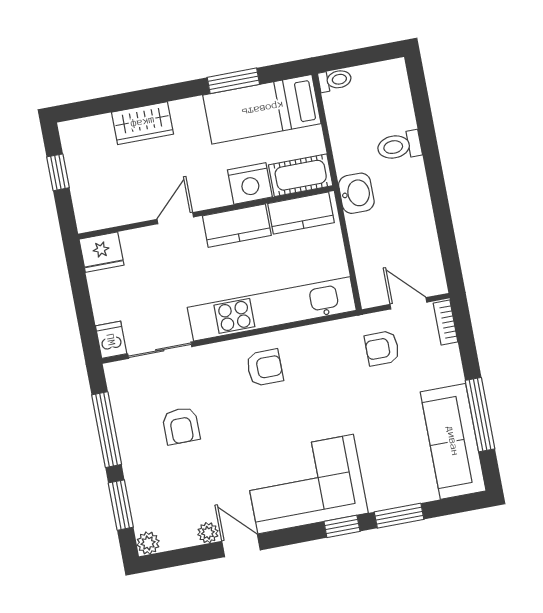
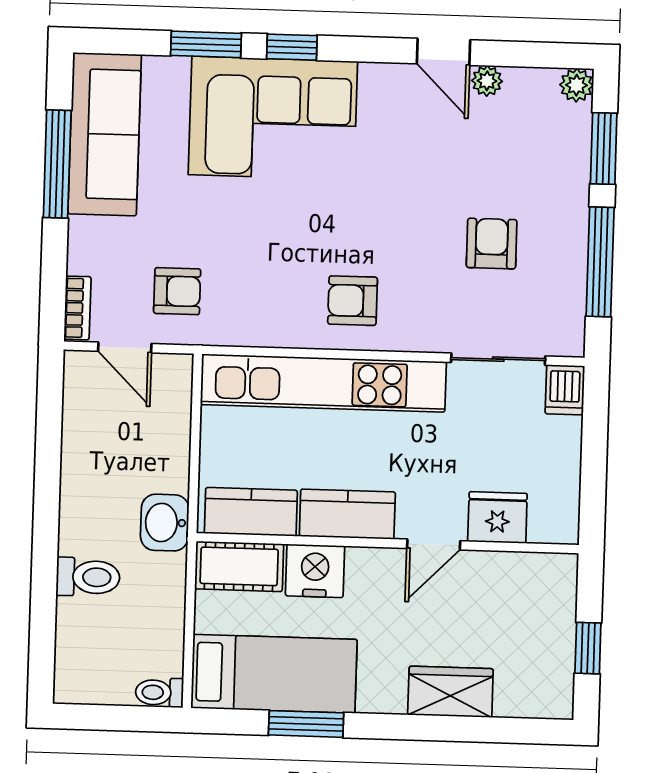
fridge: (102, 252) -> (497, 517), moved
corner sofa: (306, 484) -> (273, 118), moved

